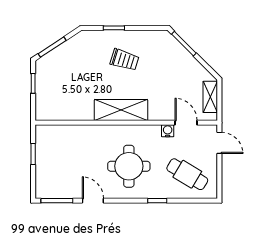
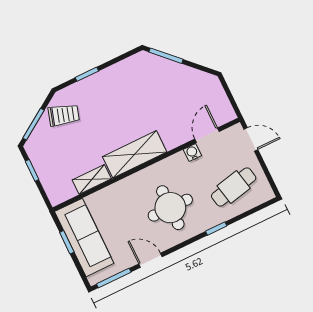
trolley: (124, 60) -> (64, 115), moved
shelving: (210, 97) -> (92, 179), moved, turned 90
door: (186, 123) -> (207, 135), hinge flipped
sofa: (49, 157) -> (84, 237), added
cafe table: (187, 174) -> (234, 187), turned -43

